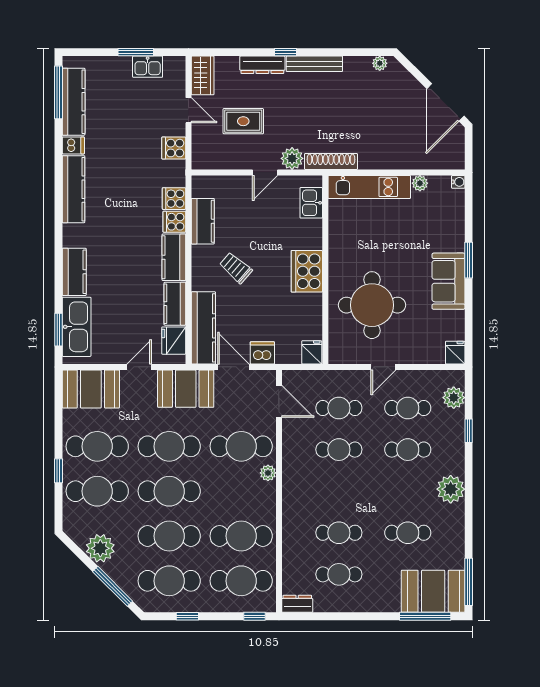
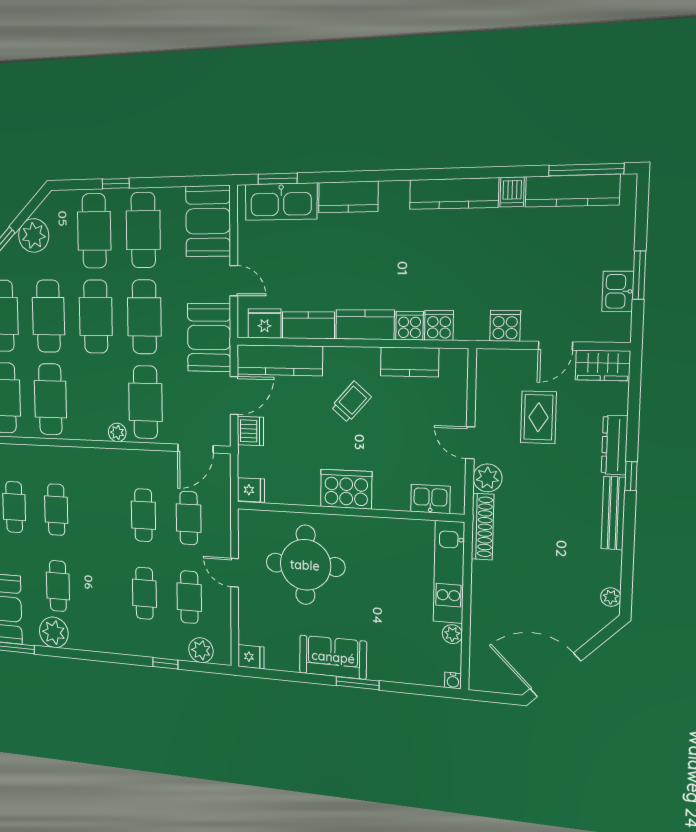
plant: (451, 489) -> (54, 632), moved

